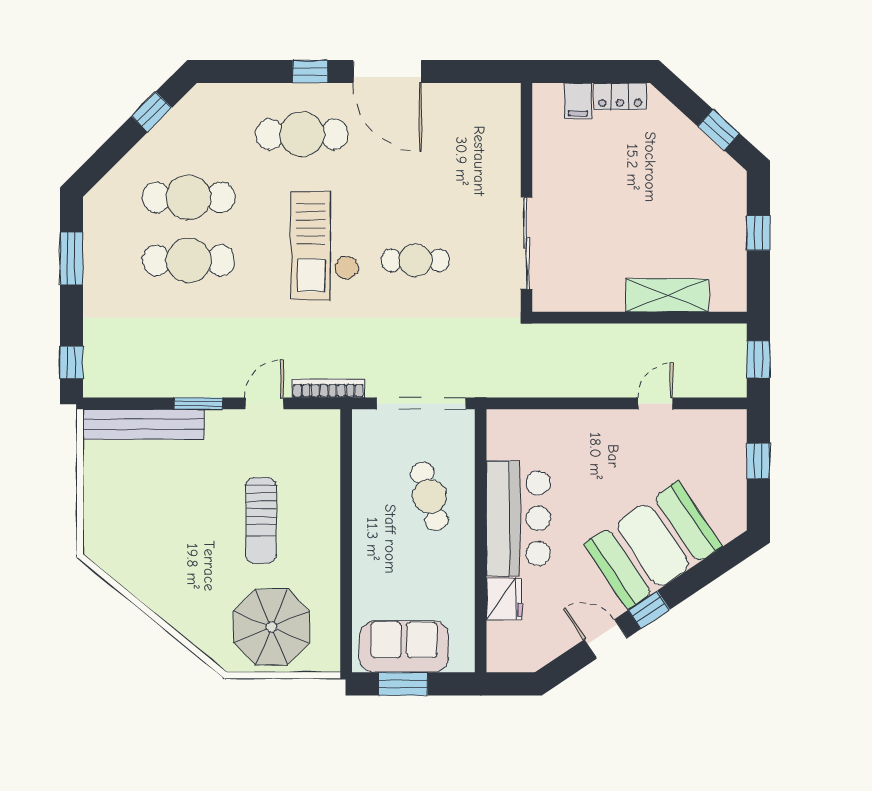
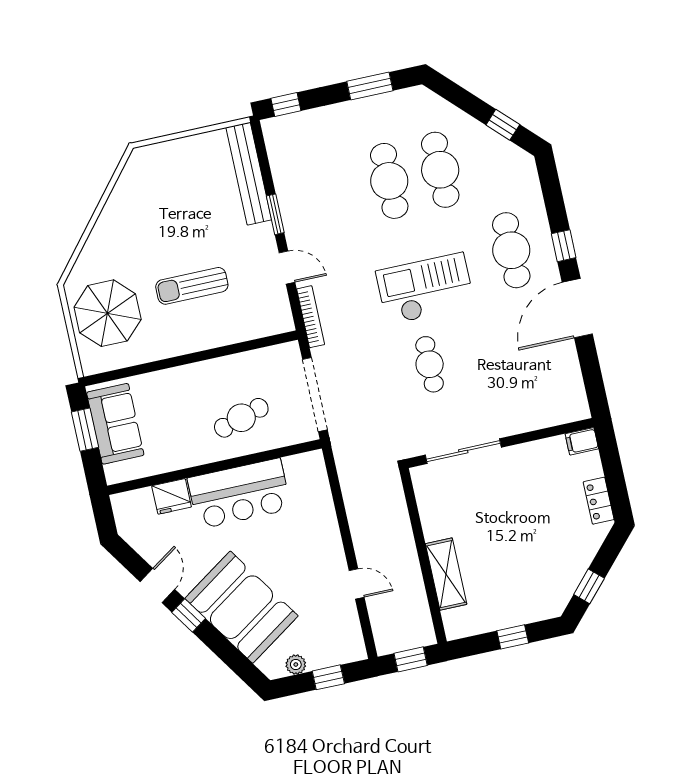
filing cabinet: (578, 101) -> (582, 441), moved
plant: (735, 496) -> (296, 665), added

